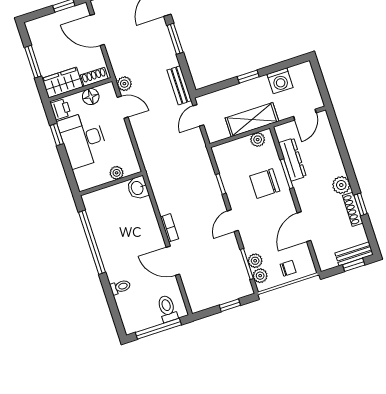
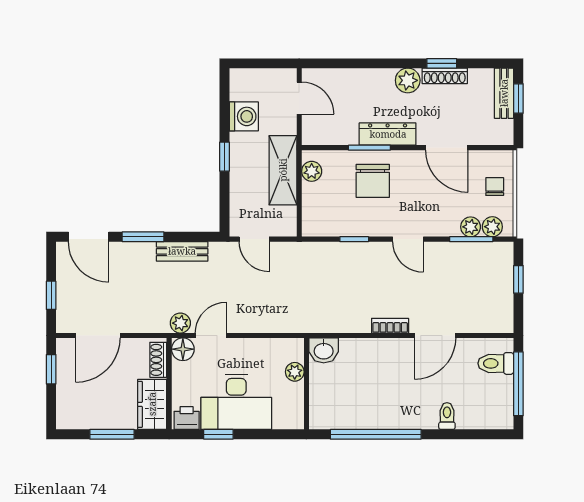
bench: (179, 85) -> (182, 251), moved
floor lamp: (91, 97) -> (183, 349), moved
dresser: (292, 160) -> (388, 134), moved

